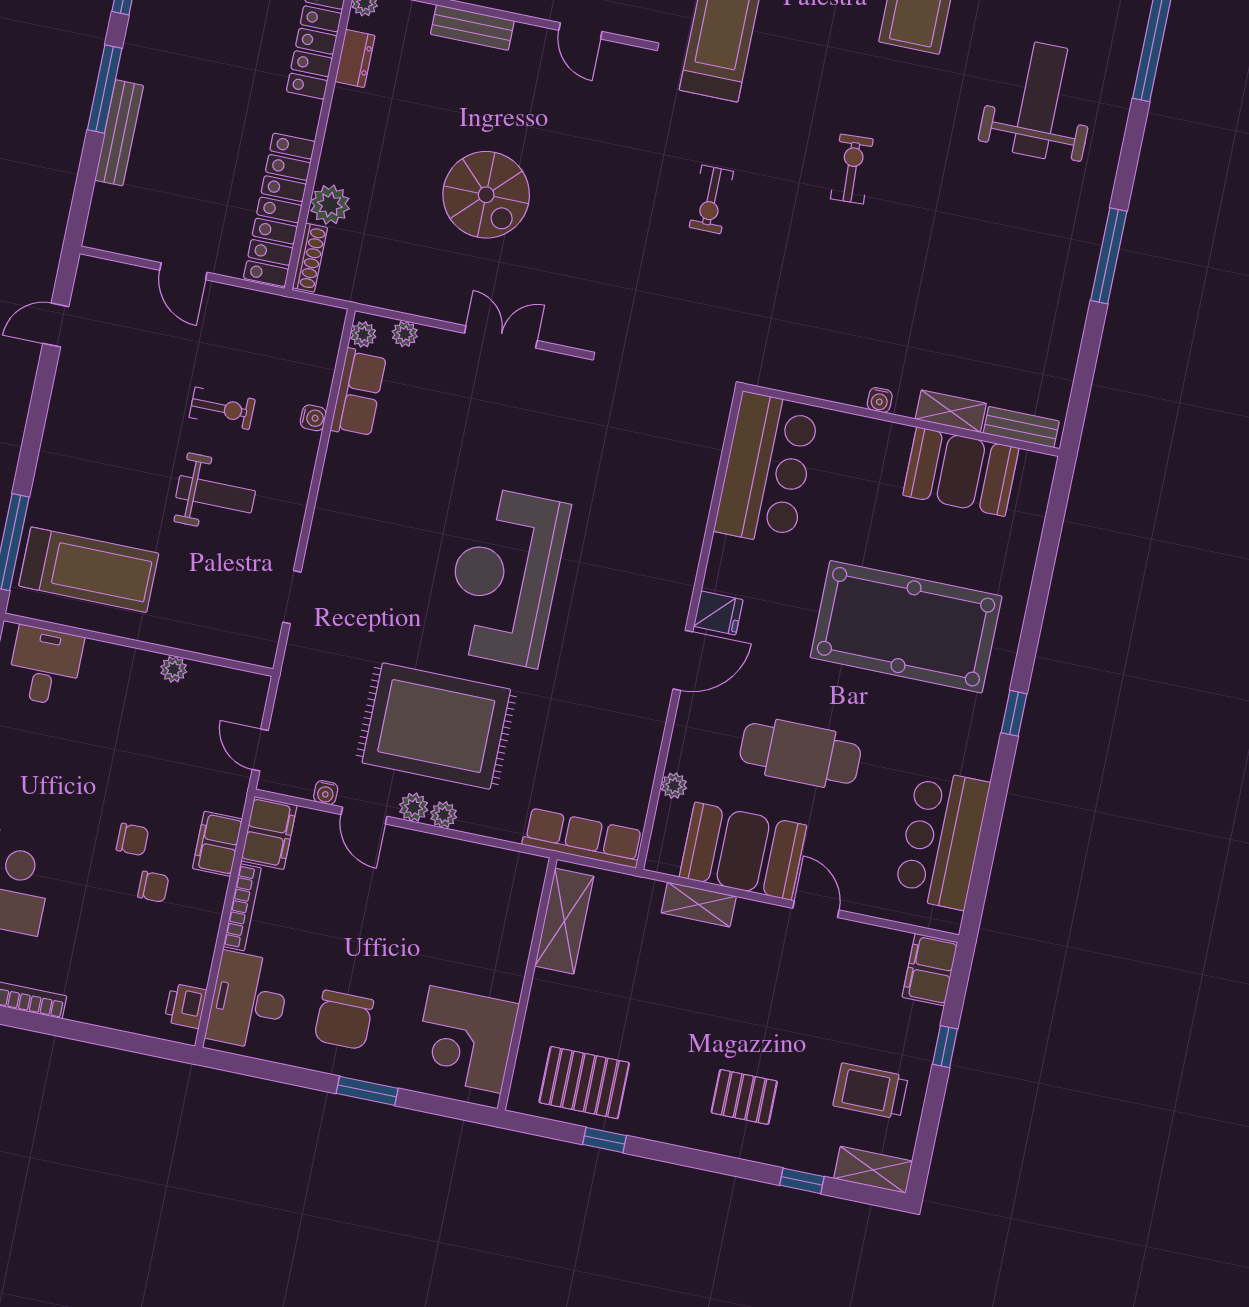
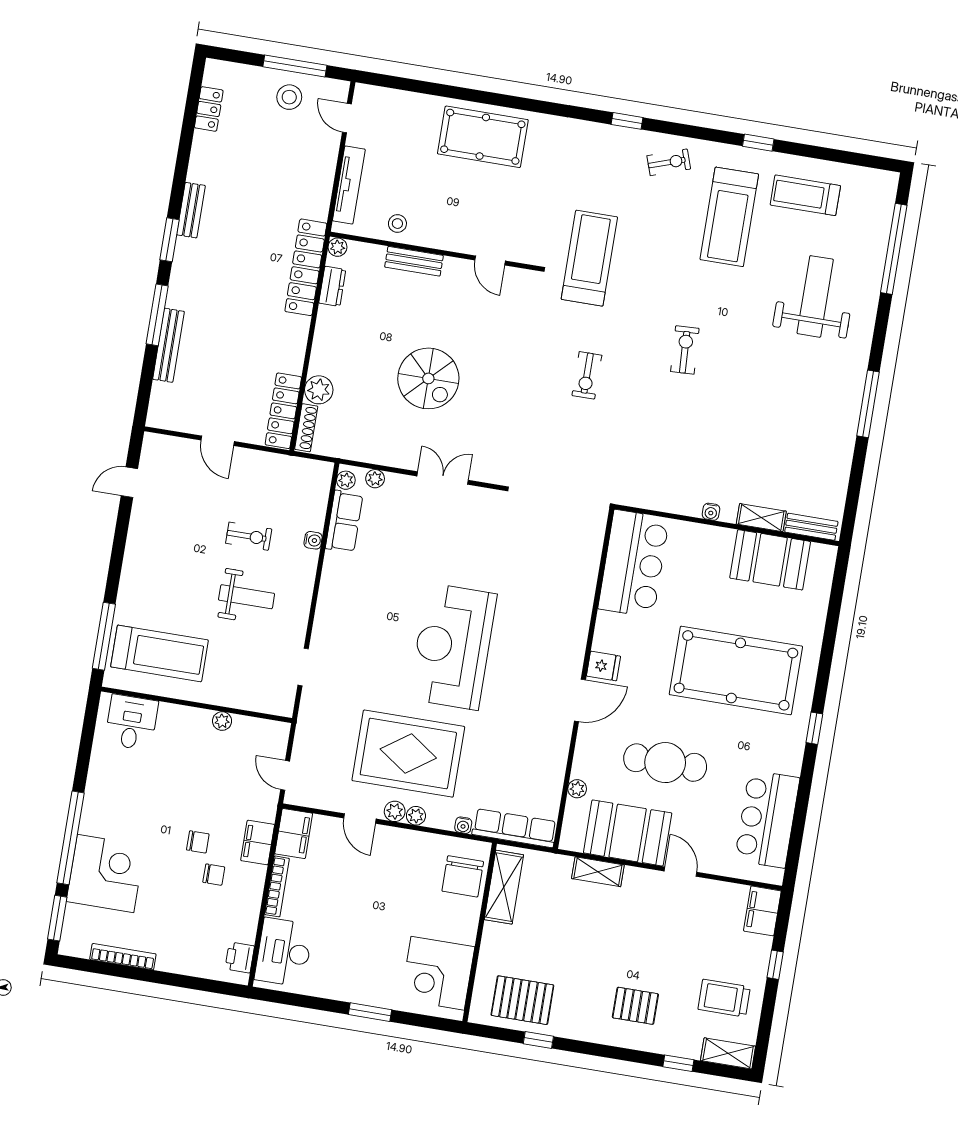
locker: (279, 210) -> (283, 411), width x0.71, depth x0.83
water cooler: (326, 793) -> (463, 825), moved
chair: (344, 1020) -> (463, 876), moved

